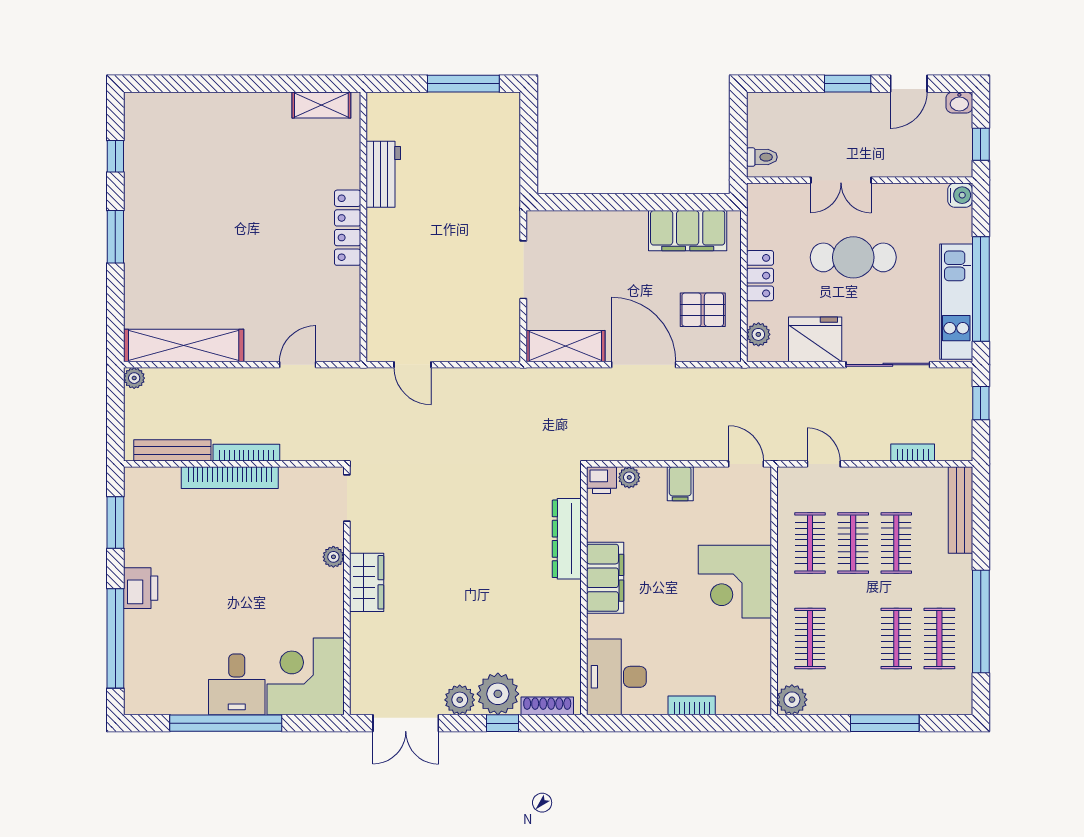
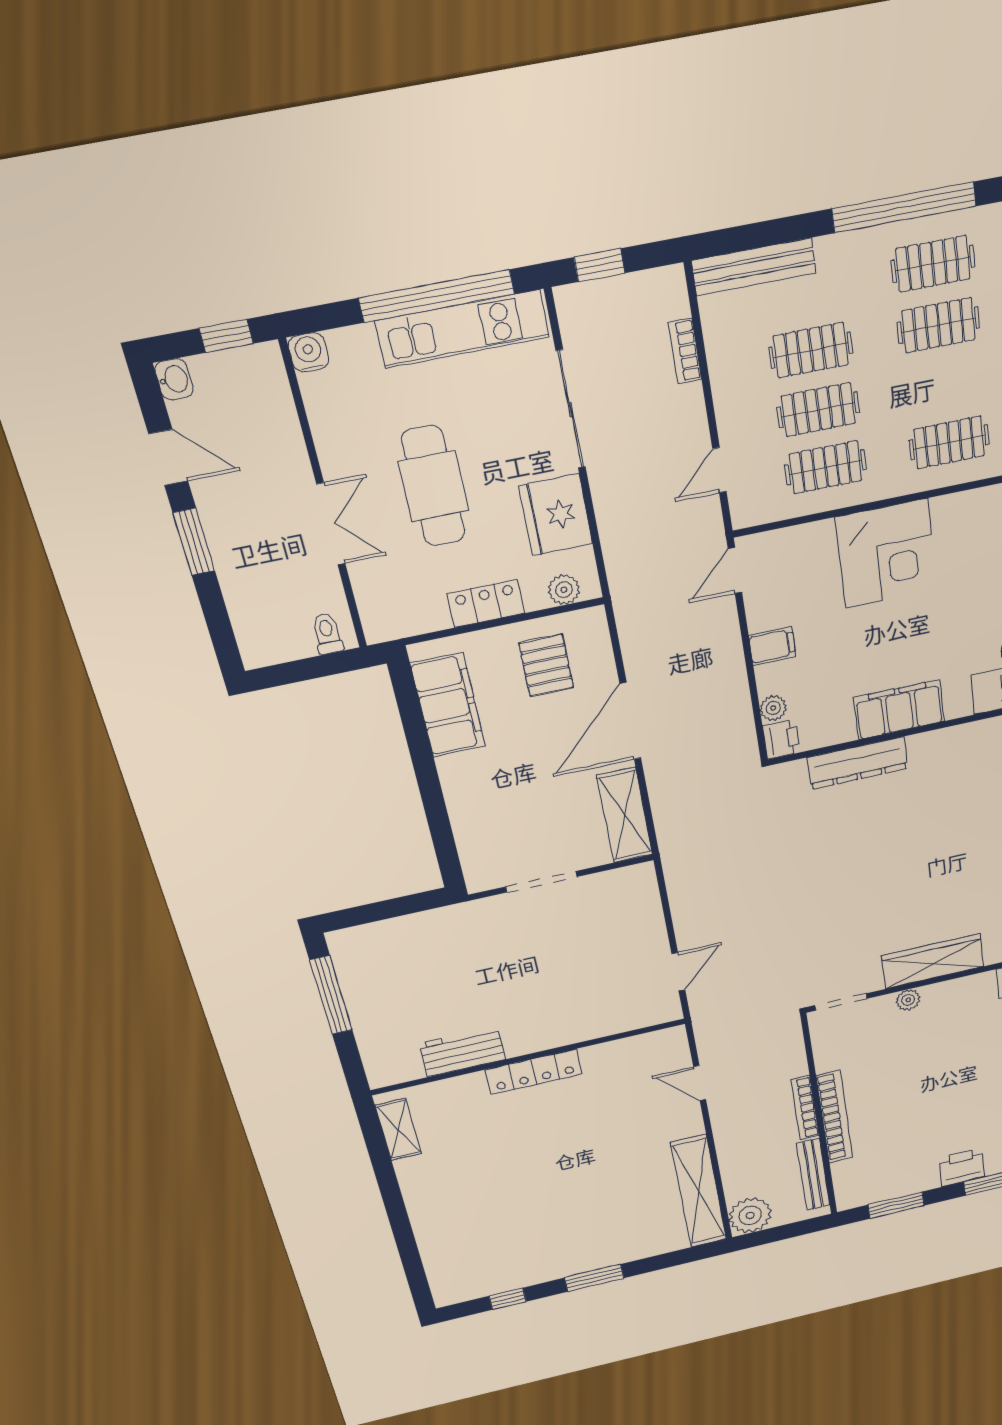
plant: (134, 378) -> (750, 1215), width x1.87, depth x1.87
wardrobe: (367, 582) -> (933, 961), width x1.50

